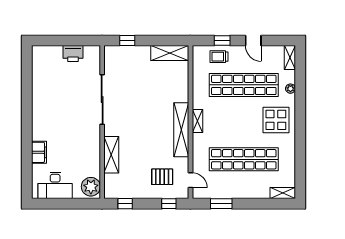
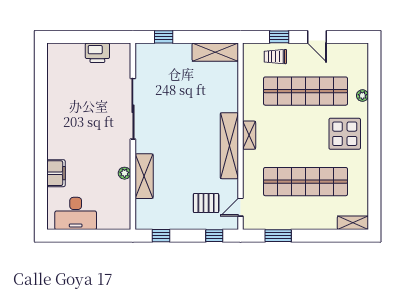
shelving: (290, 57) -> (362, 58), removed
door: (190, 180) -> (241, 207), swing flipped
plant: (91, 187) -> (125, 173), moved, width x0.53, depth x0.53

